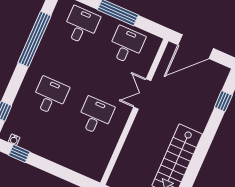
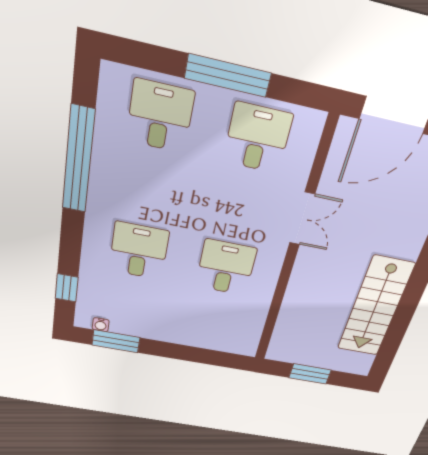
double door: (142, 94) -> (302, 219), swing flipped
window: (19, 153) -> (116, 341), width x1.50

